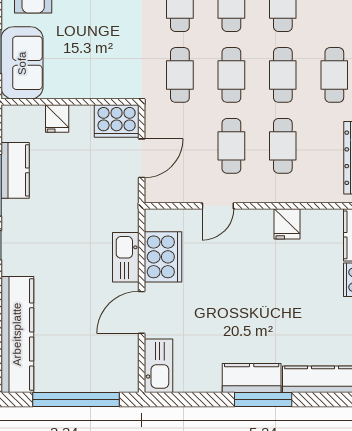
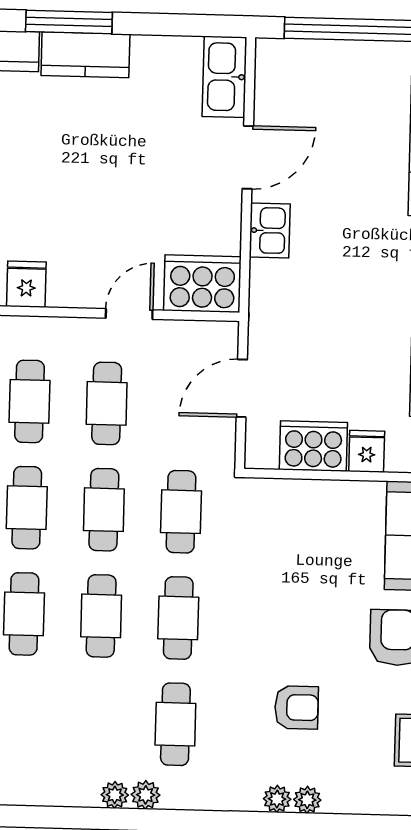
cooker: (117, 121) -> (313, 446), moved
kitchen sink: (126, 257) -> (270, 230), width x0.73
cooker: (163, 257) -> (202, 284), moved, turned 90

